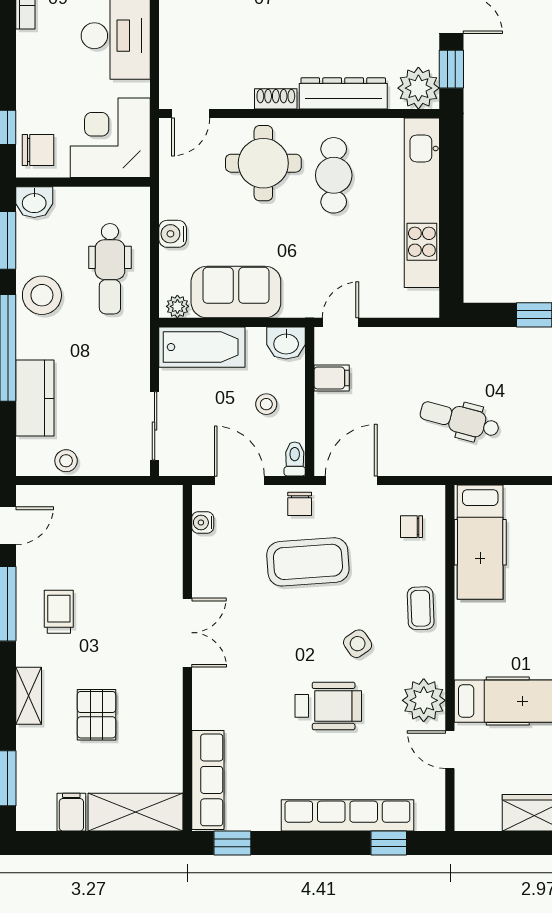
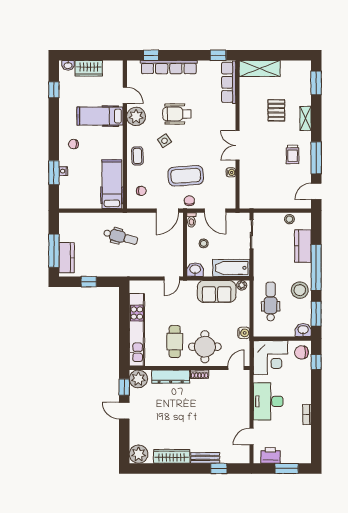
water cooler: (173, 234) -> (244, 333), moved
filing cabinet: (332, 378) -> (176, 255), removed
water cooler: (203, 522) -> (231, 172), moved
filing cabinet: (71, 812) -> (287, 68), removed

